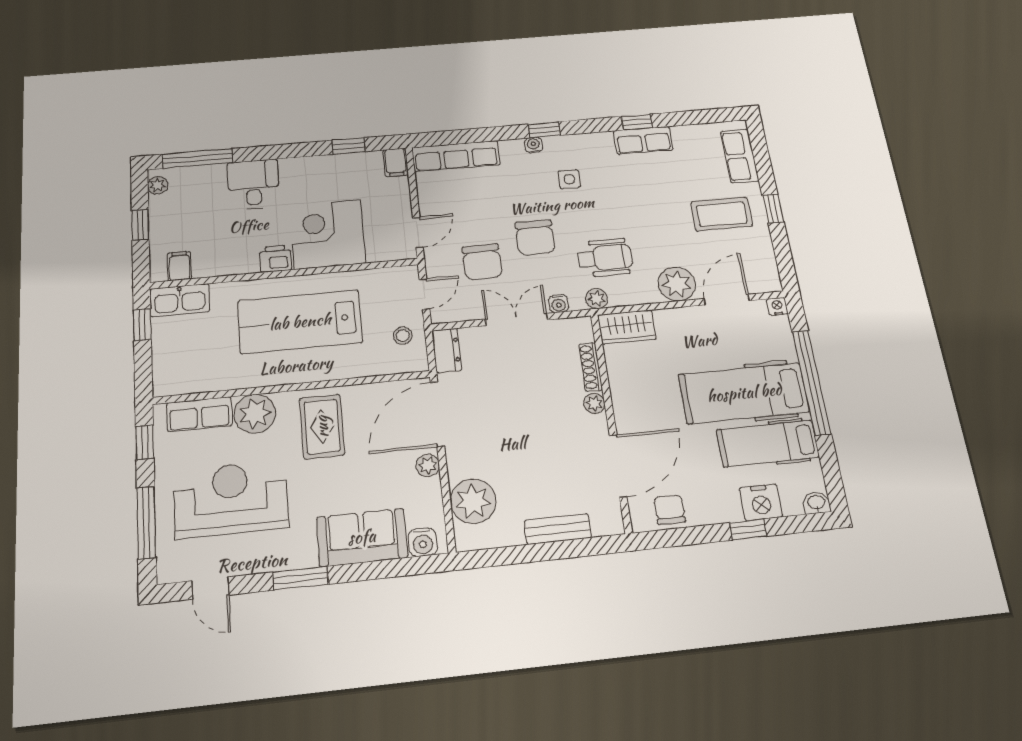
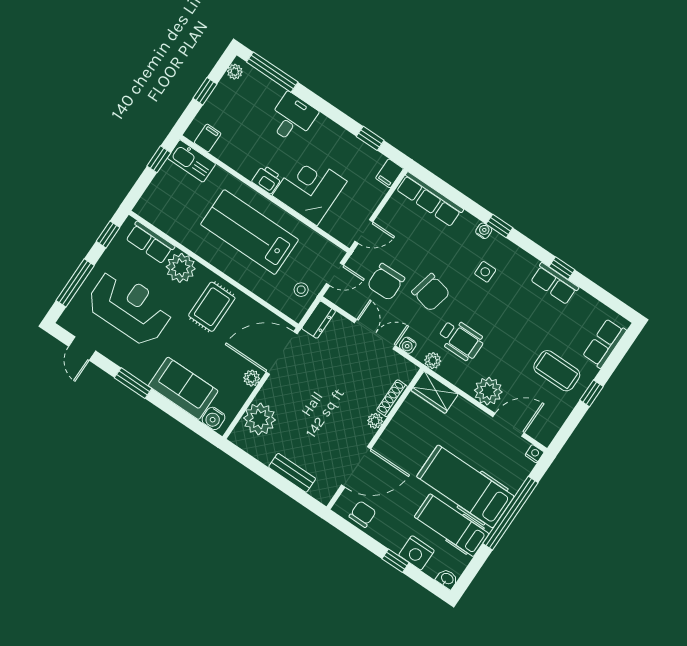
chair: (535, 237) -> (431, 292), turned -77

